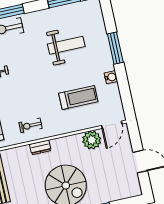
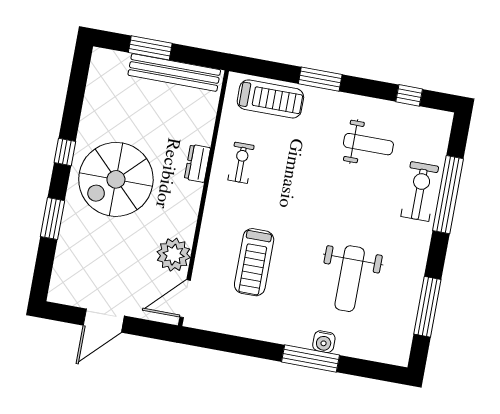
water cooler: (111, 77) -> (324, 342), moved
door: (112, 125) -> (185, 299), hinge flipped

